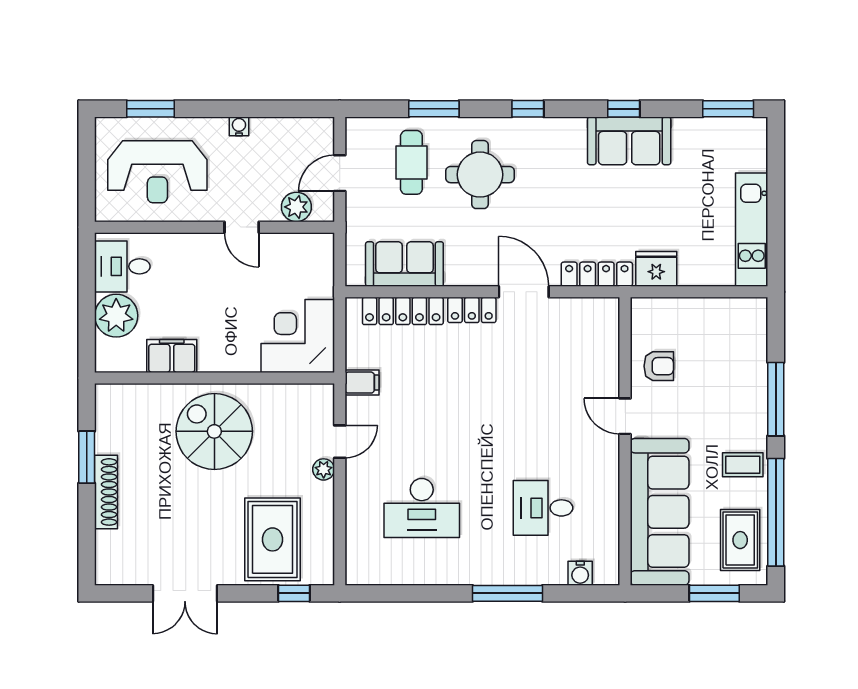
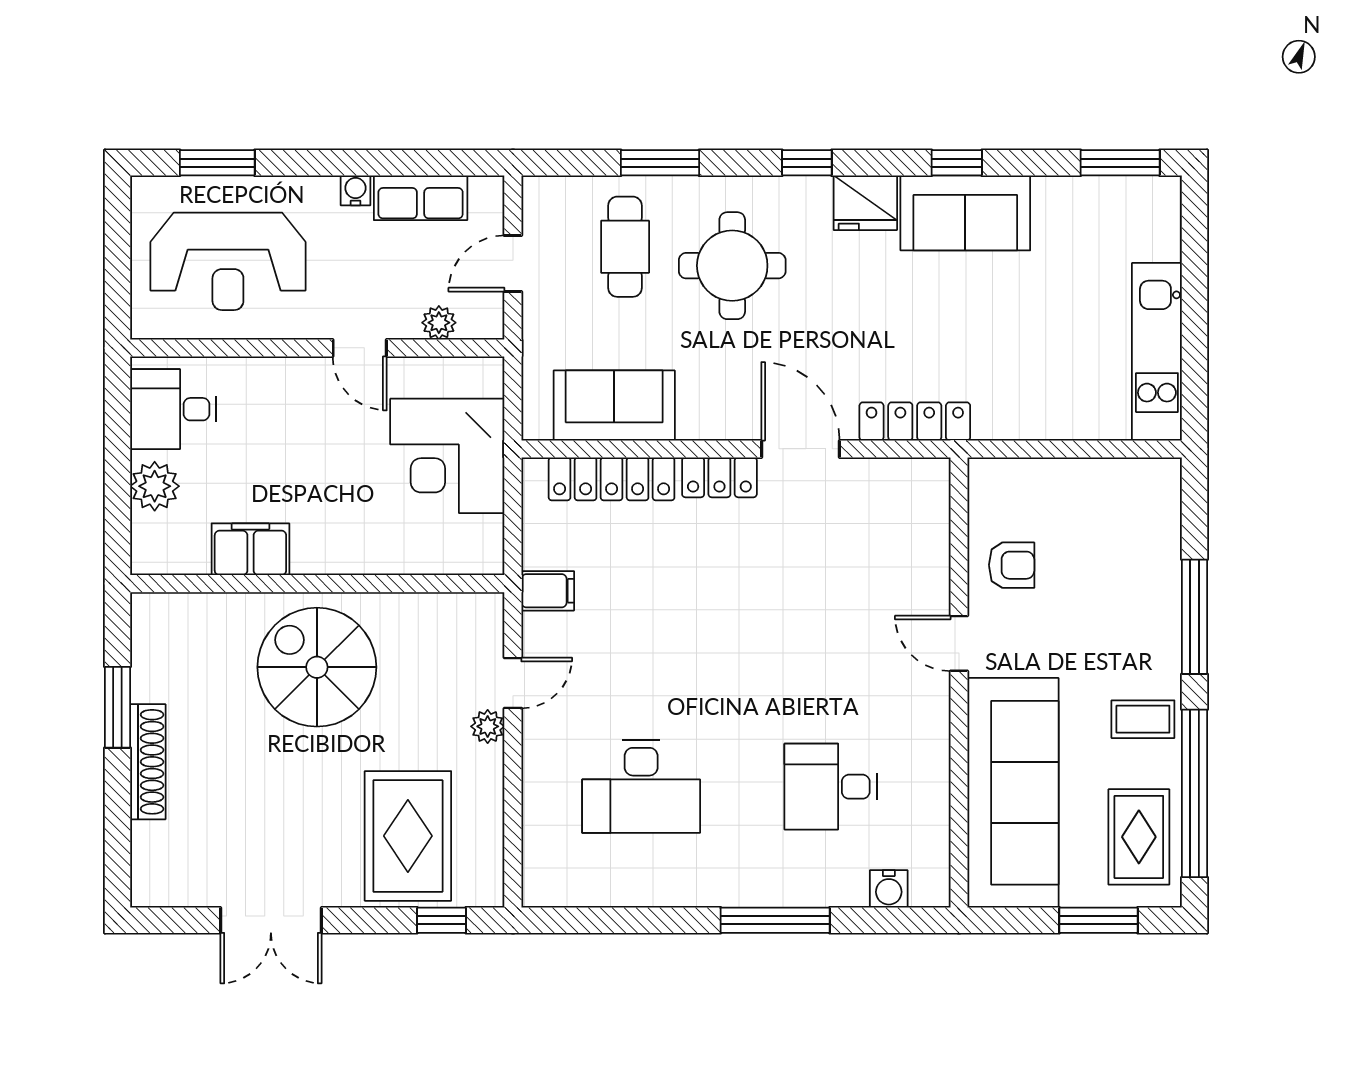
row of seats: (281, 131) -> (421, 198), added
plant: (296, 207) -> (439, 323), width x0.73, depth x0.73
fridge: (656, 269) -> (865, 203), moved, turned 180
plant: (116, 316) -> (155, 486), width x0.73, depth x0.73
corner desk: (298, 336) -> (447, 456), moved, turned -90

